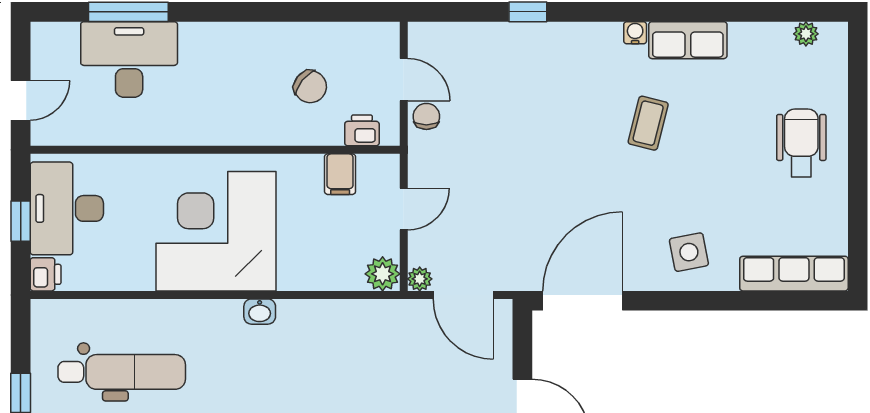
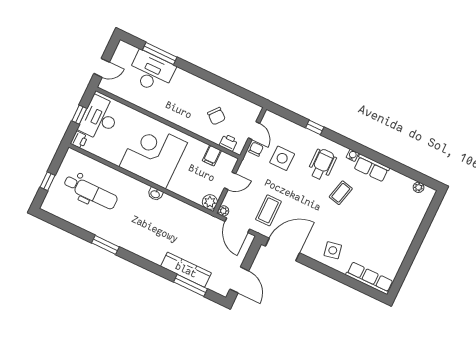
side table: (490, 109) -> (282, 158), added
wheelchair: (801, 143) -> (322, 164), moved
coffee table: (514, 233) -> (268, 210), added

